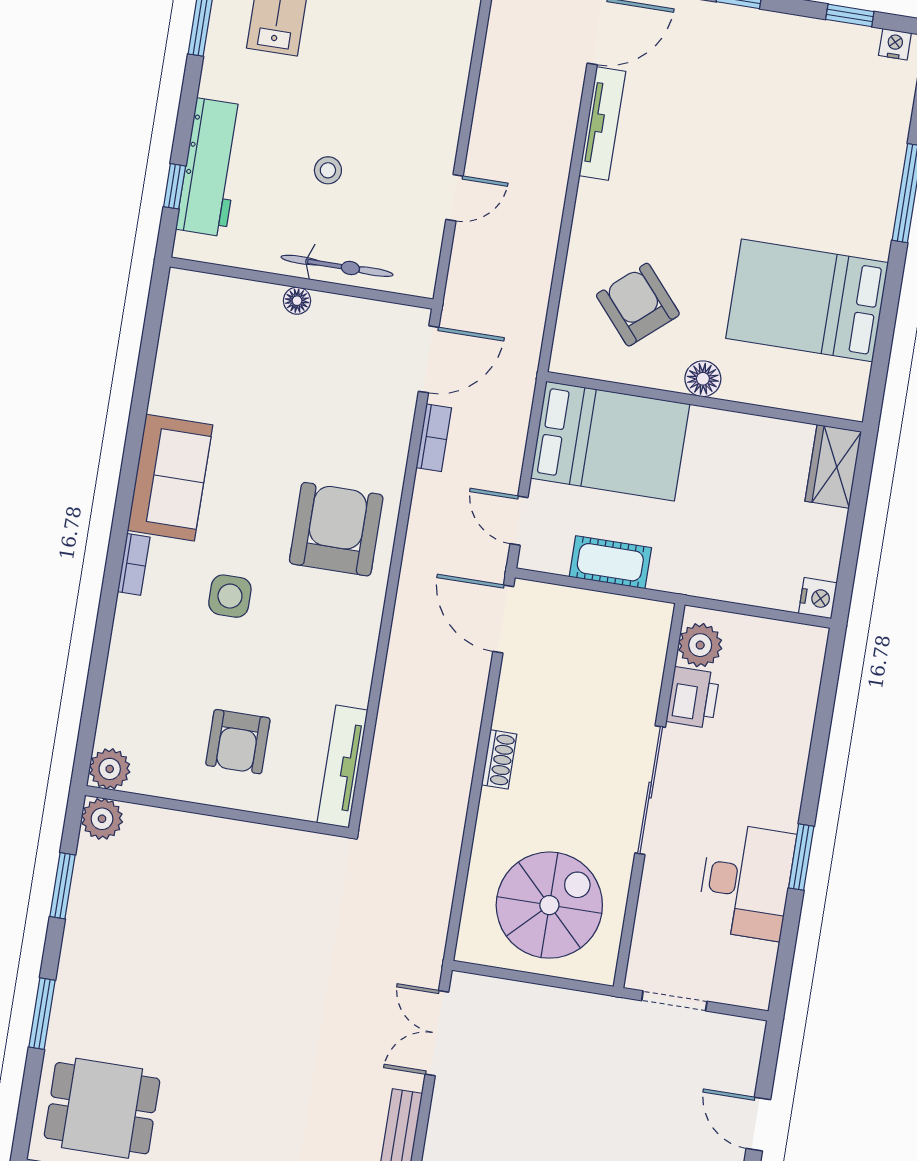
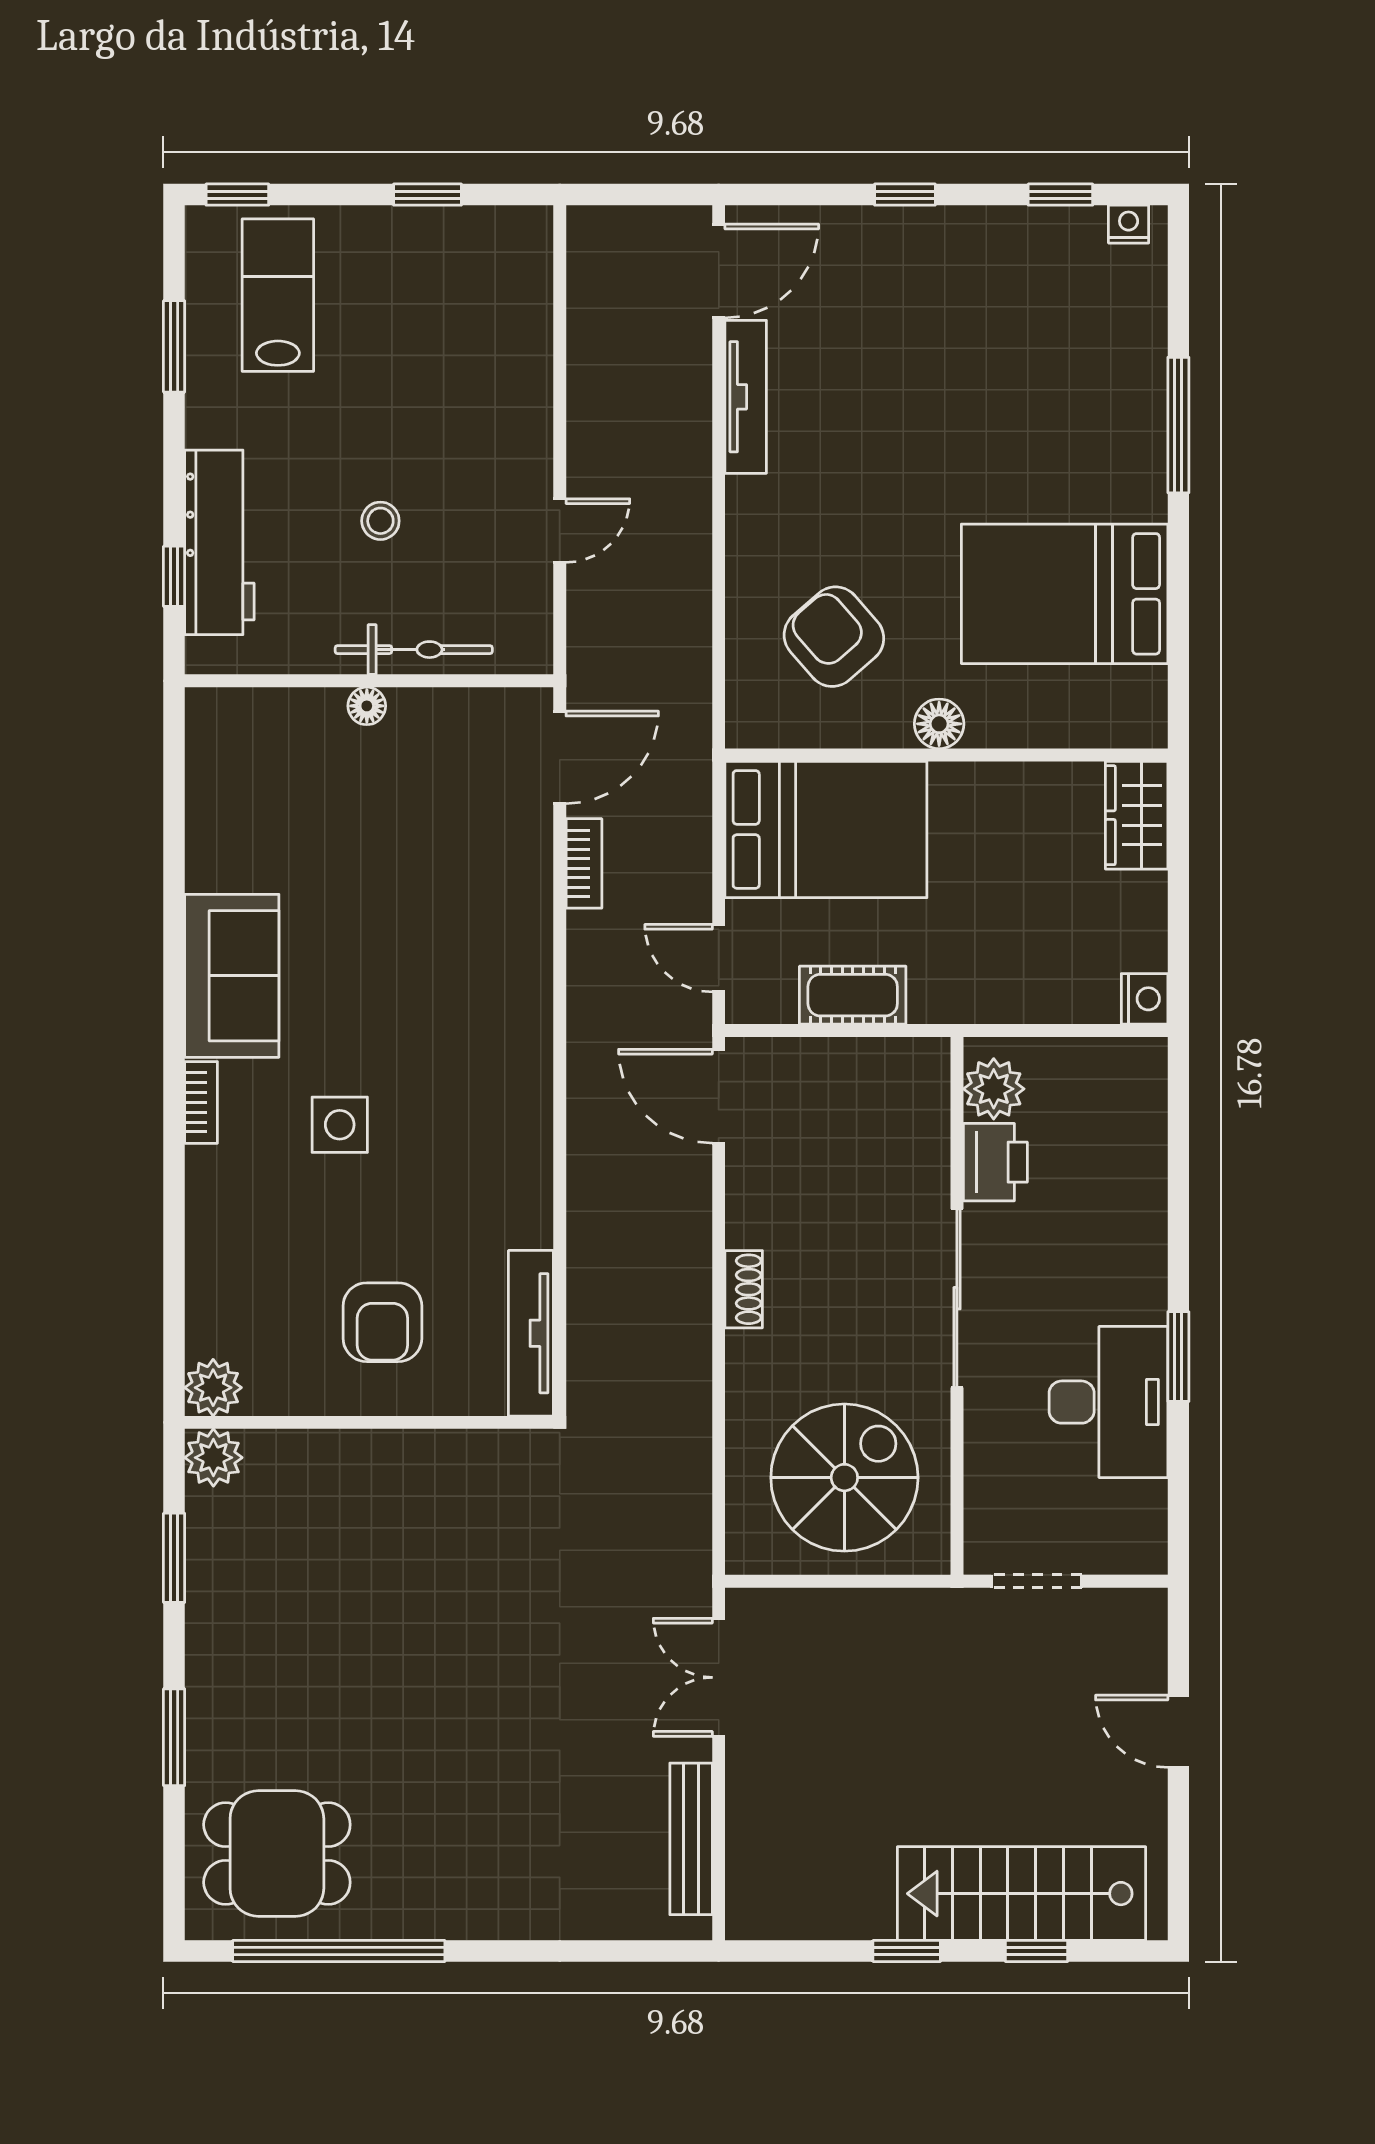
armchair: (336, 529) -> (470, 1010), removed

